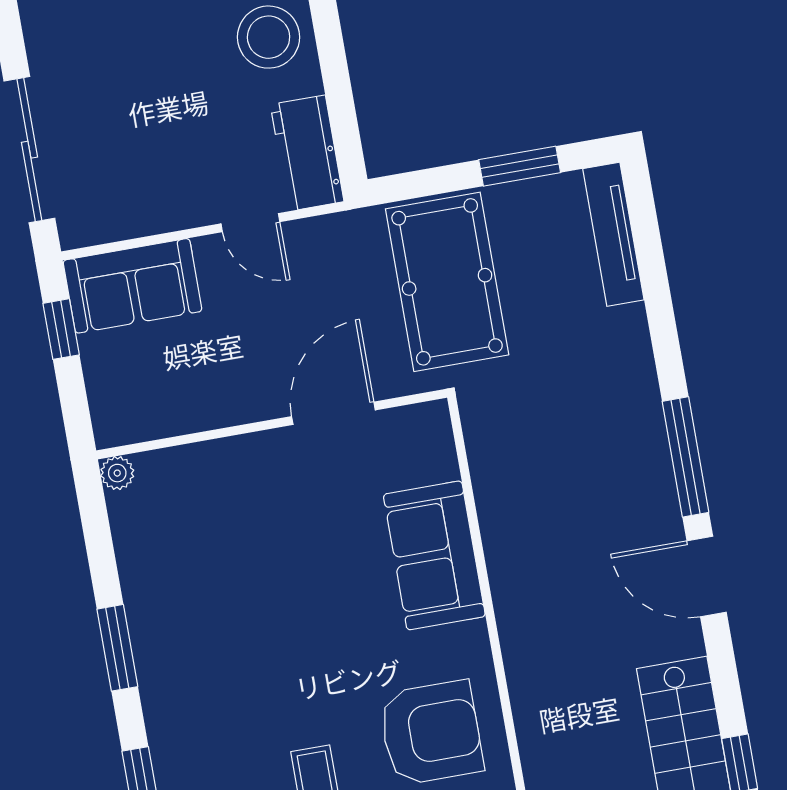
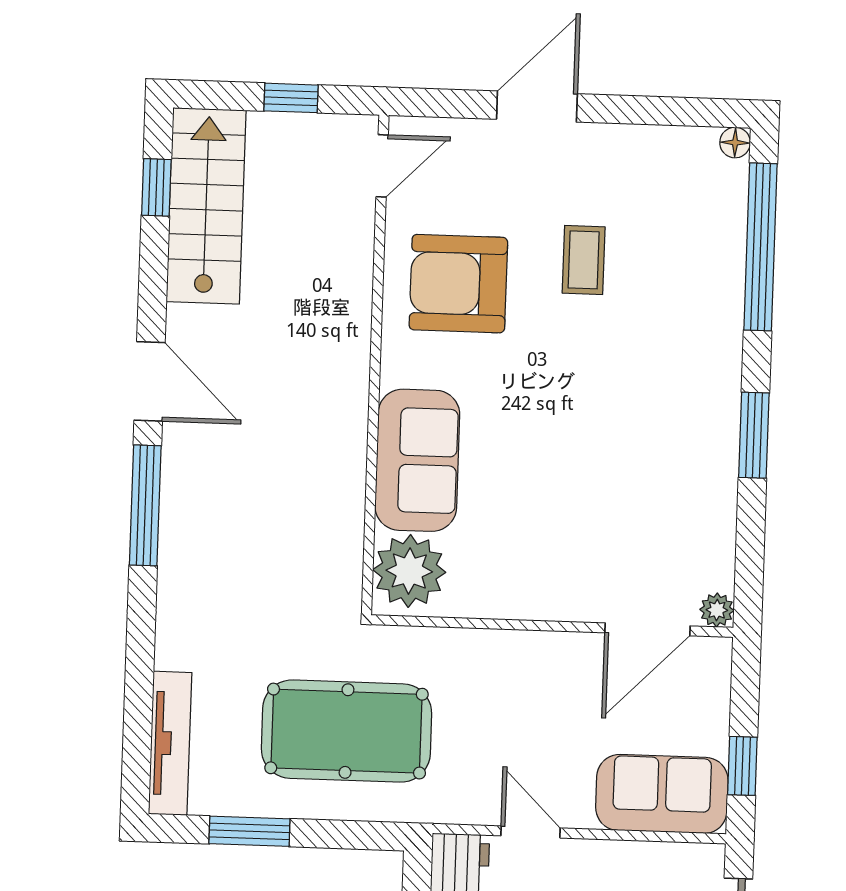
pool table: (447, 282) -> (347, 731), turned 90
door: (333, 413) -> (647, 629), moved
plant: (420, 448) -> (409, 571), added

